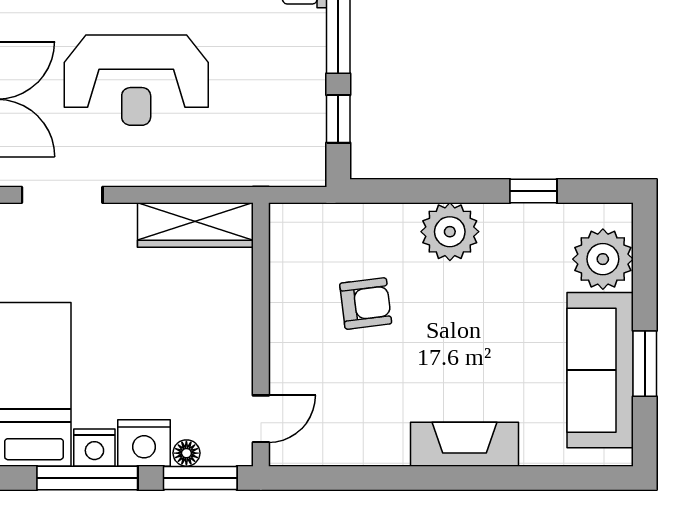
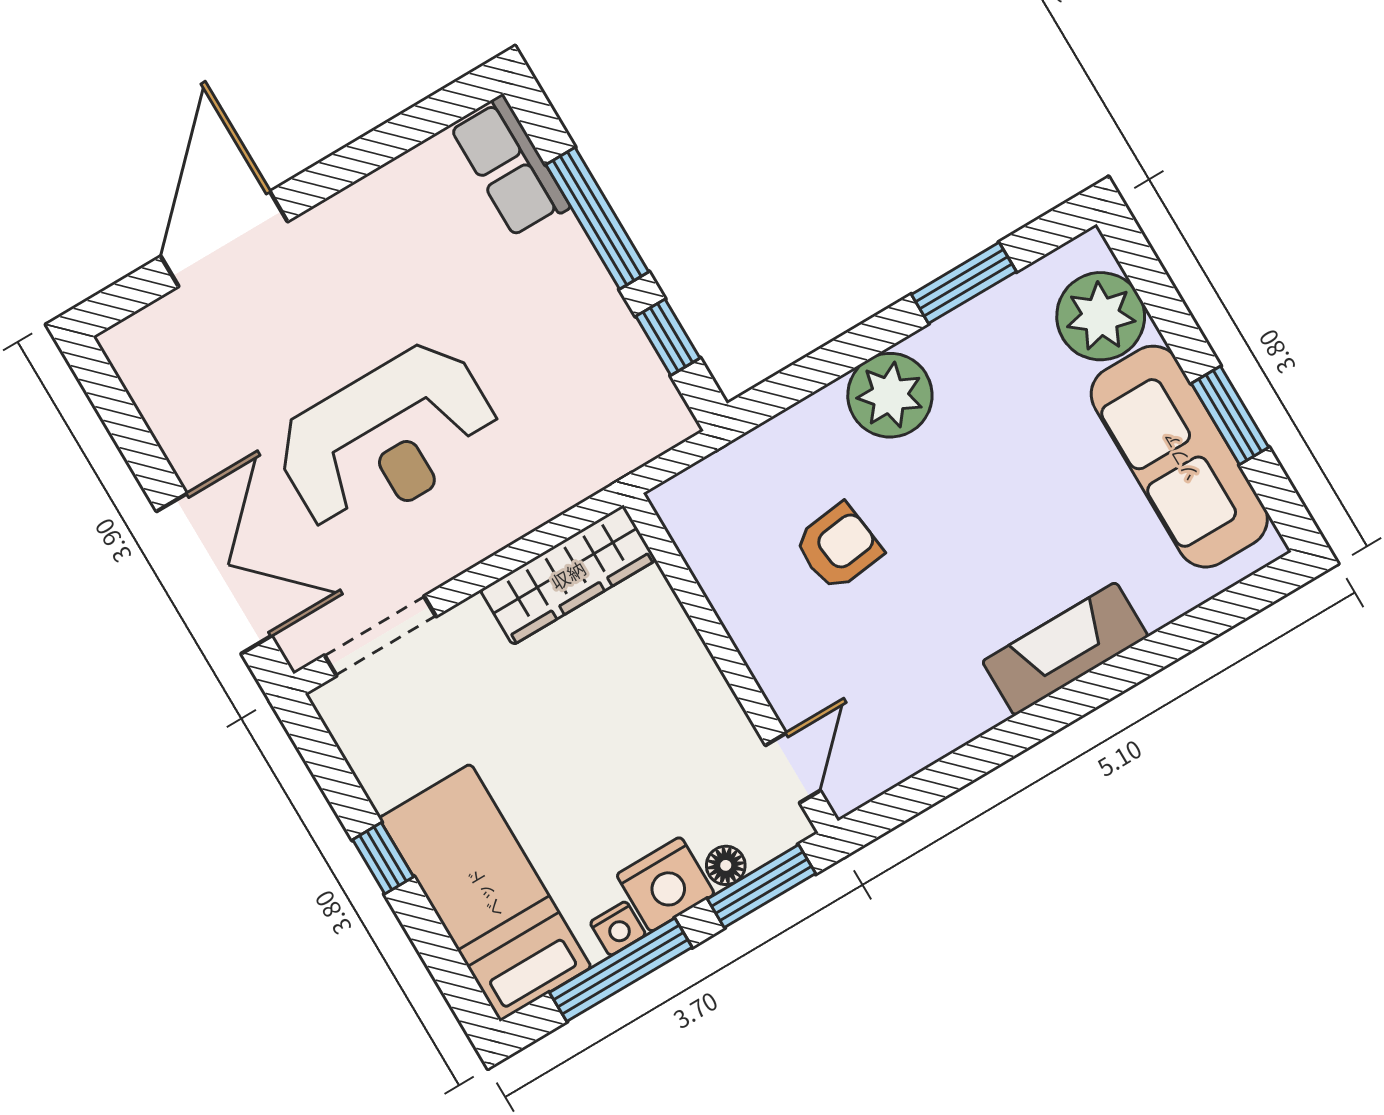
window: (533, 191) -> (964, 283), width x1.50
nightstand: (94, 448) -> (618, 928), width x0.72, depth x0.74

